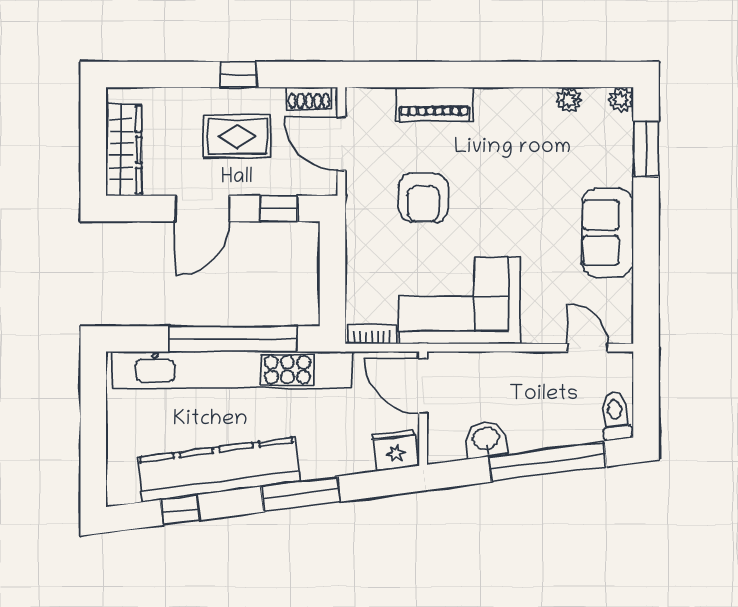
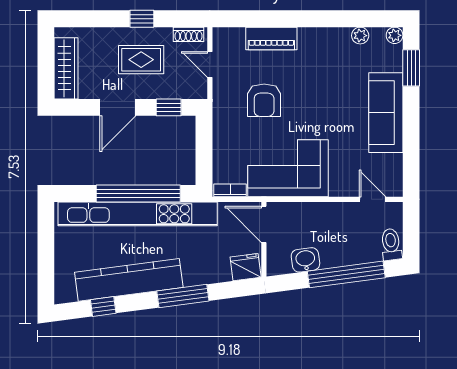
door: (341, 144) -> (210, 64), width x0.73
sofa: (608, 233) -> (386, 113), width x1.36

